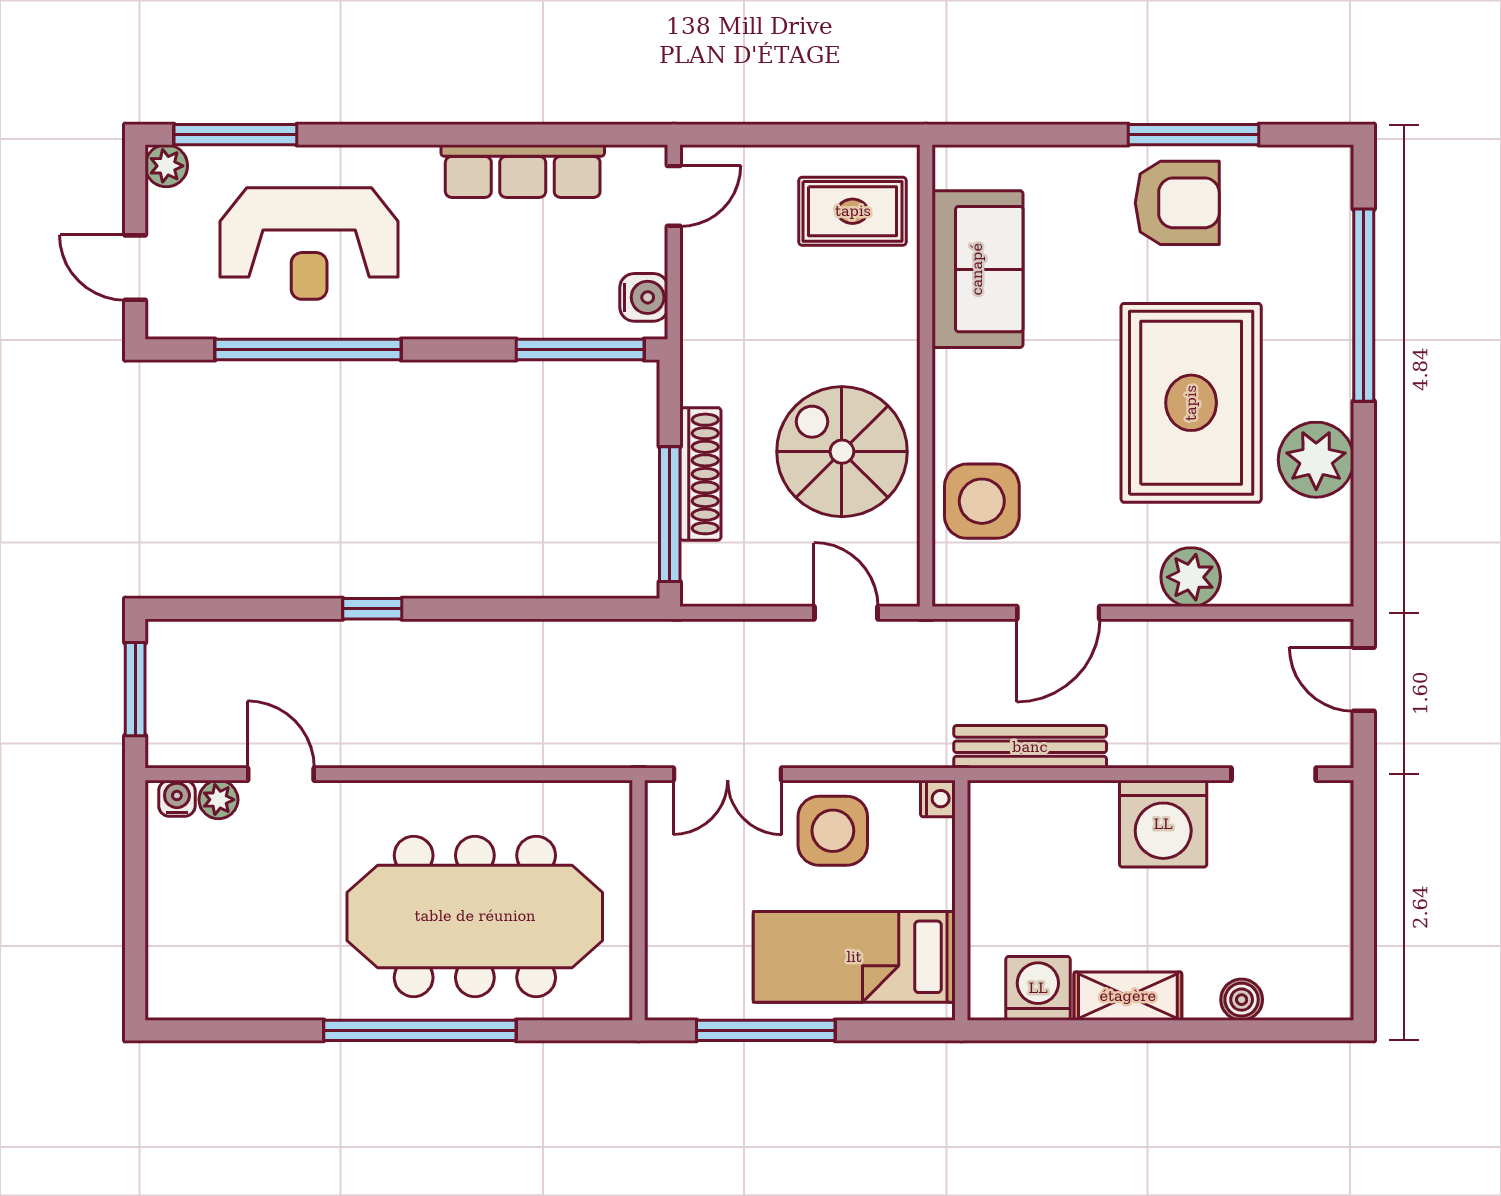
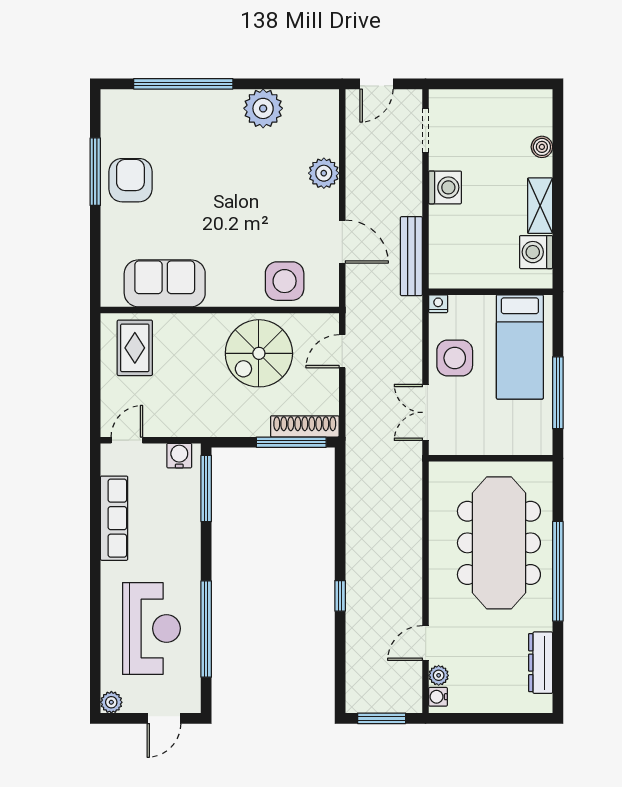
window: (235, 135) -> (95, 667), removed
door: (674, 196) -> (127, 440), hinge flipped
rug: (1191, 403) -> (234, 173), removed
shoe rack: (700, 474) -> (305, 426), moved
double door: (728, 774) -> (426, 412), swing flipped
washing machine: (1163, 824) -> (445, 187), width x0.73, depth x0.73
dresser: (243, 997) -> (541, 663), added

